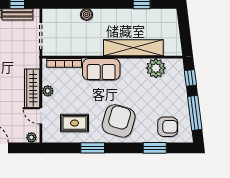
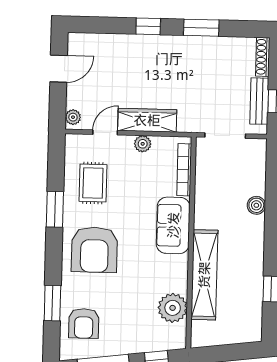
armchair: (119, 121) -> (94, 250), turned 74

